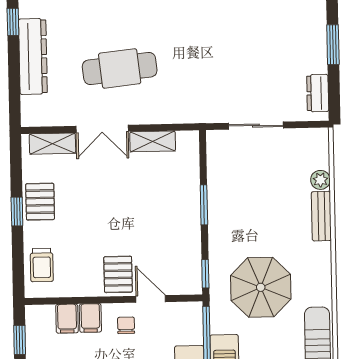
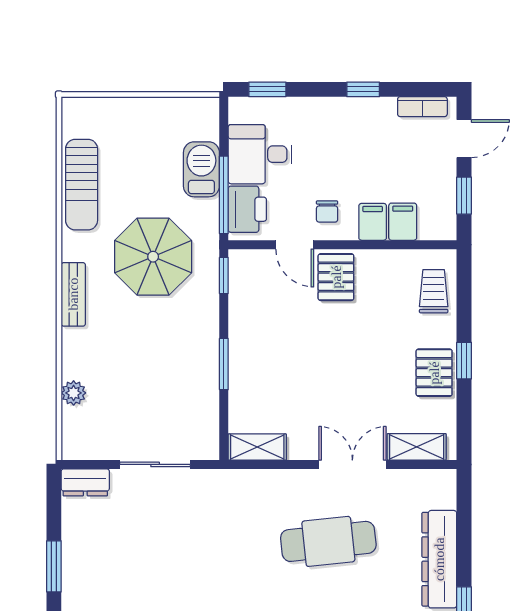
dresser: (318, 93) -> (85, 482), moved, turned 90
shelving: (153, 141) -> (257, 447), moved
bench: (321, 216) -> (73, 294), moved
printer: (188, 326) -> (247, 209), added

